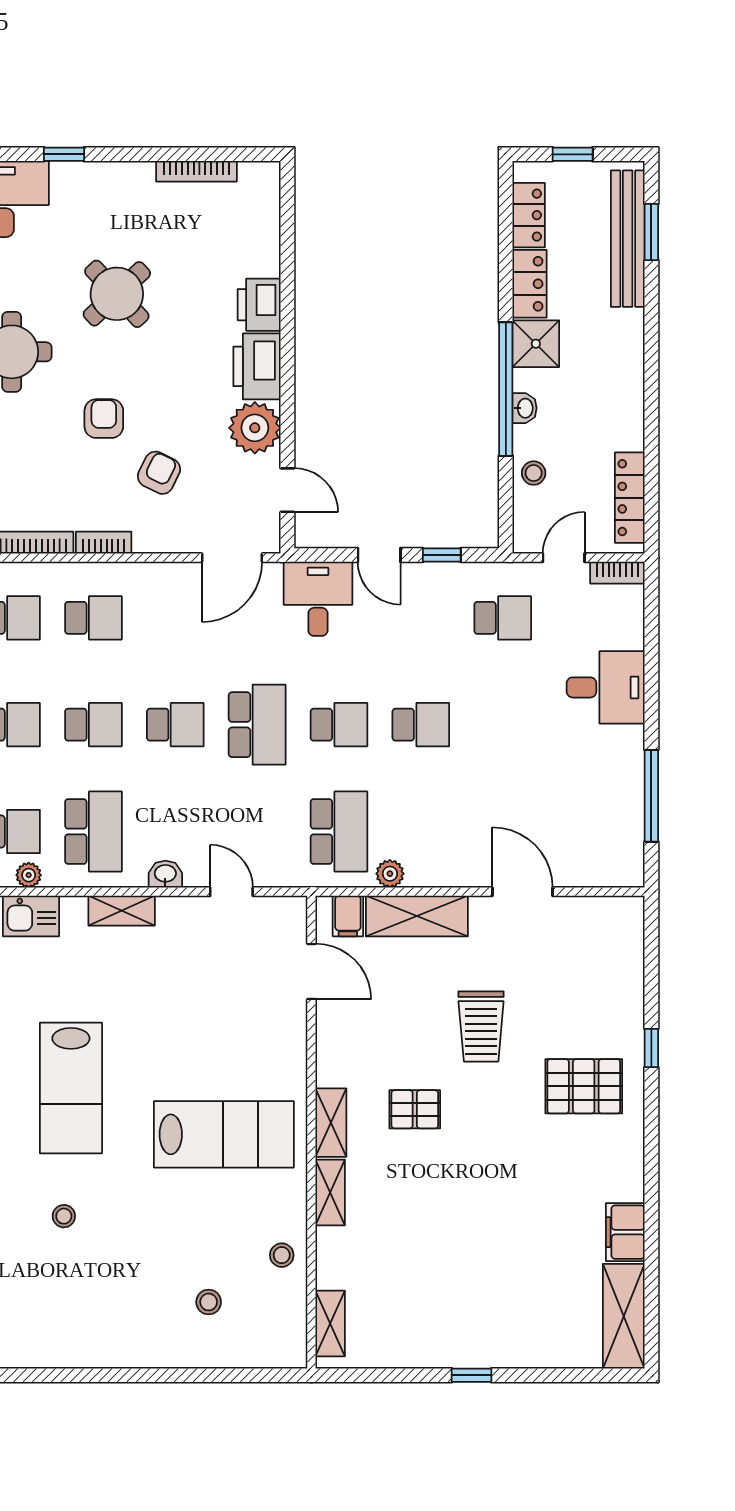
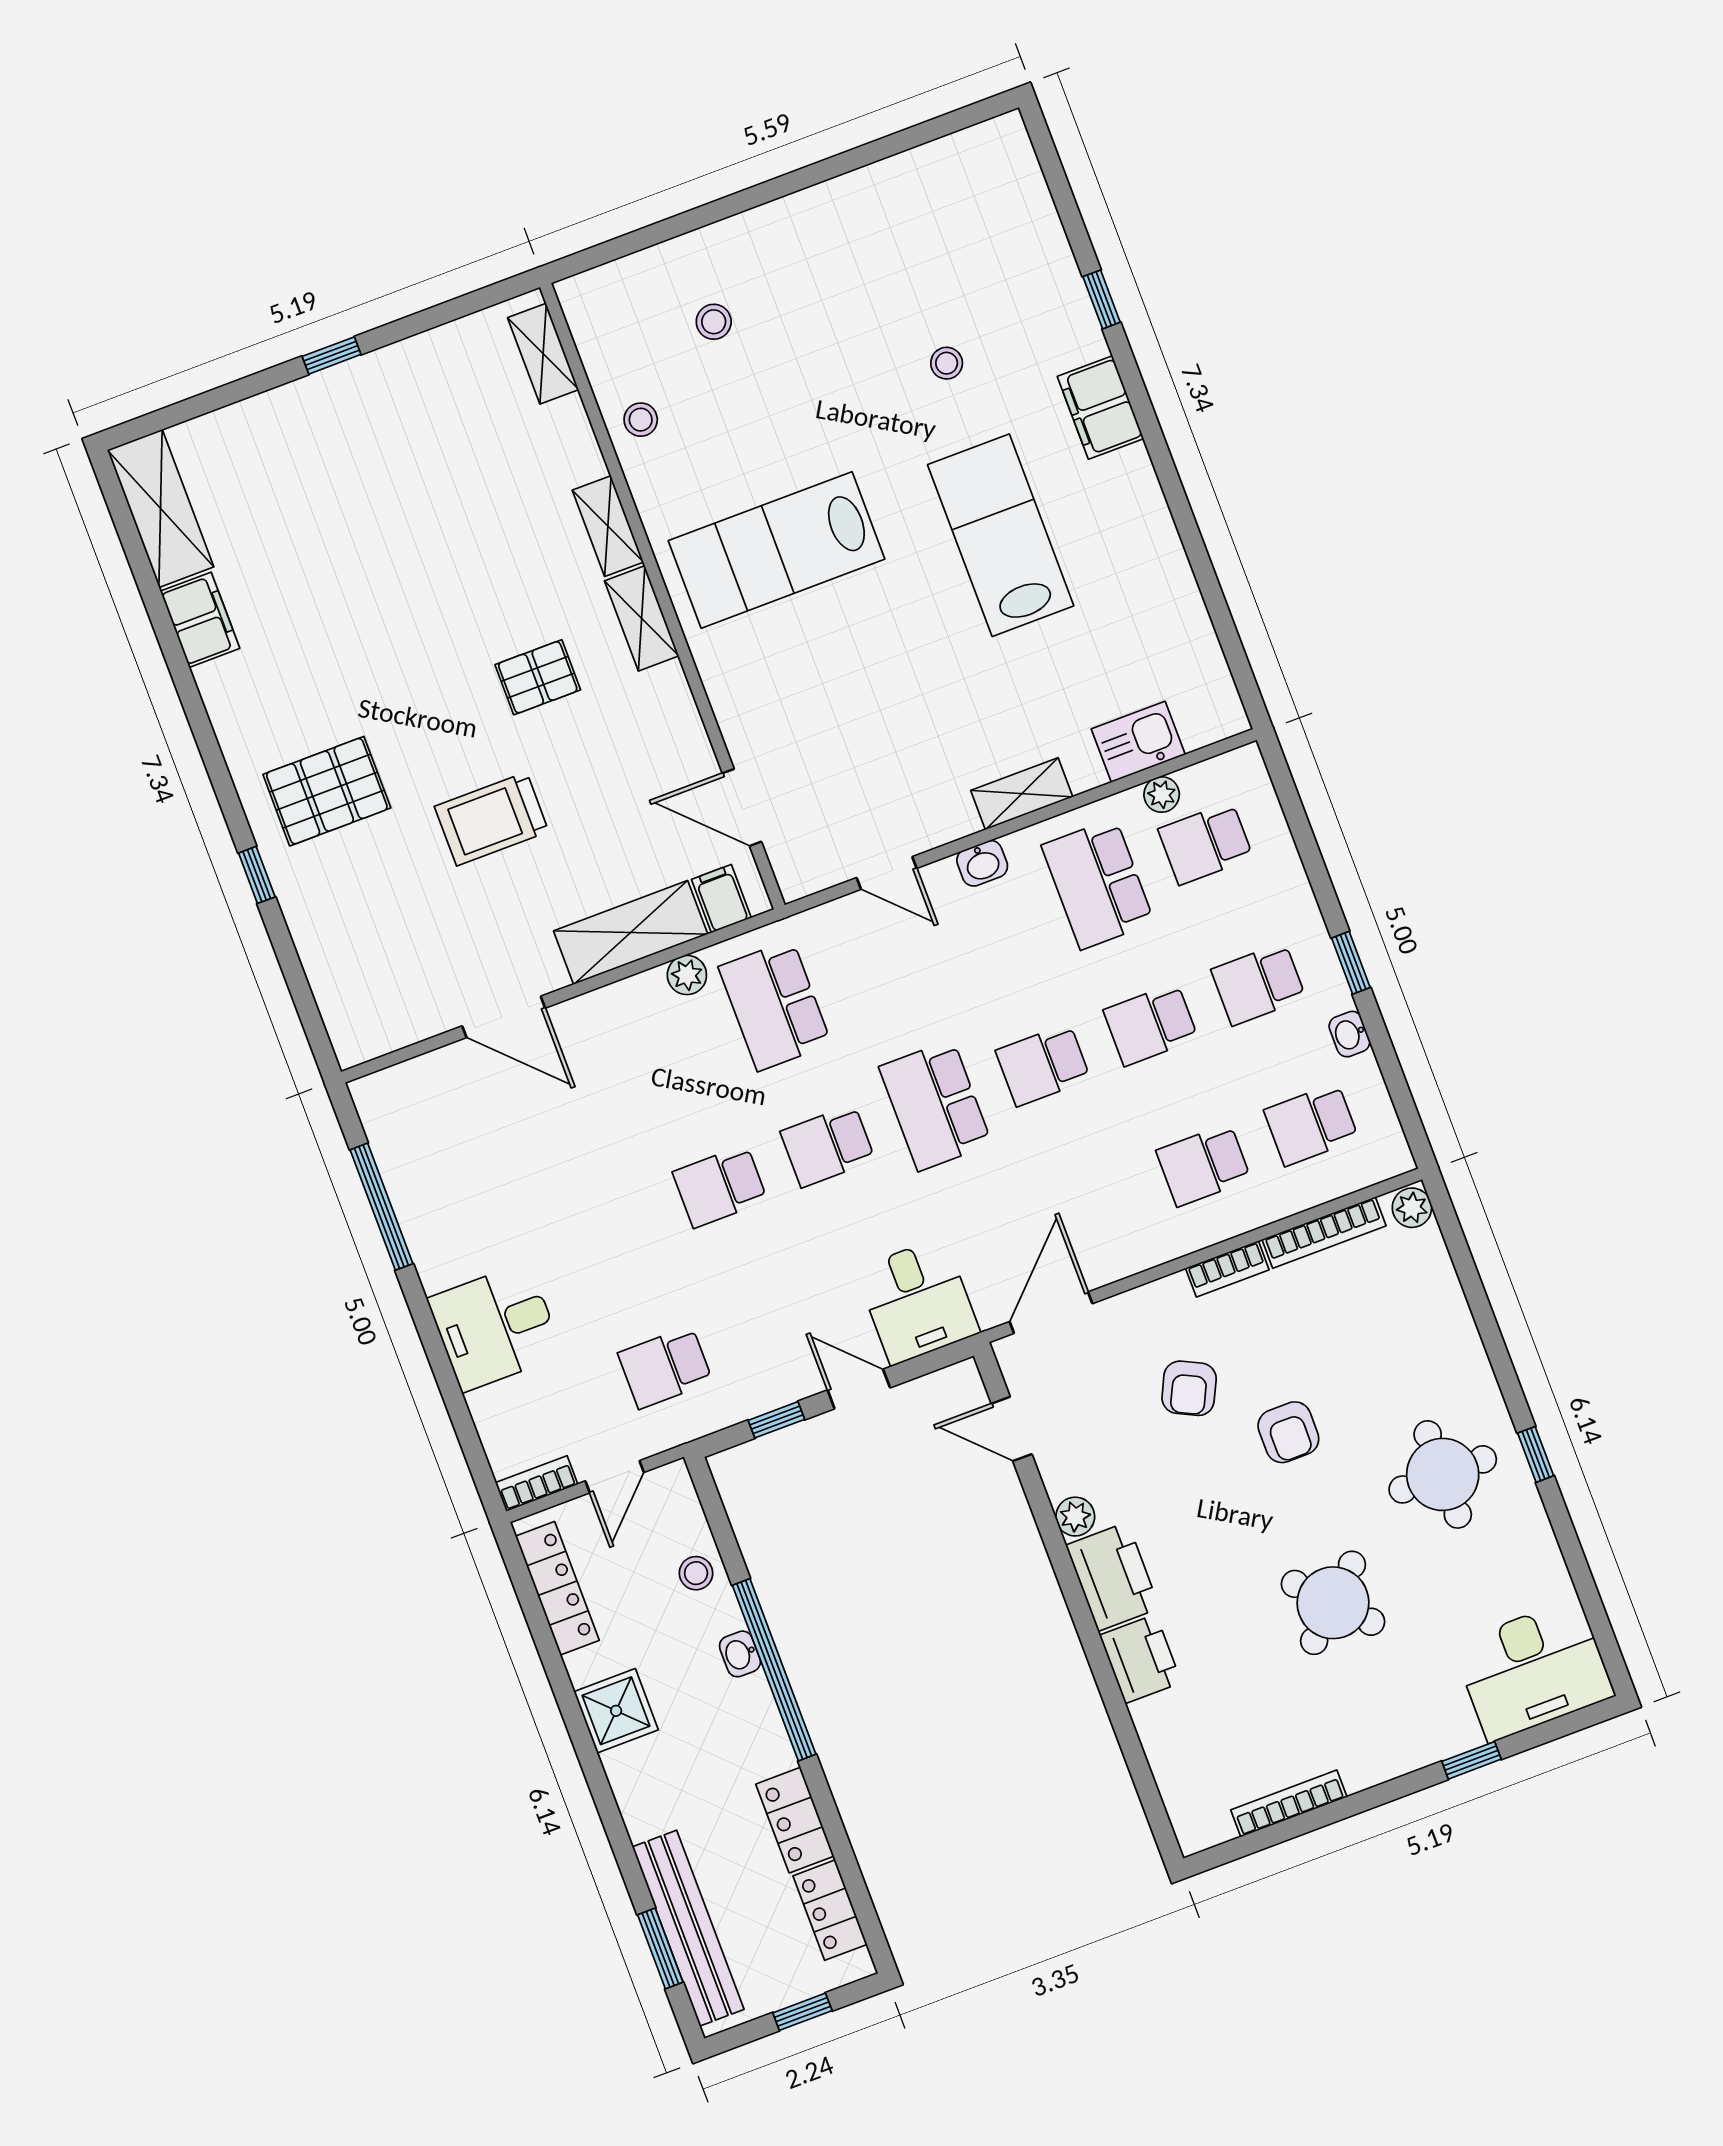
shower: (536, 344) -> (616, 1711), moved
plant: (255, 428) -> (1075, 1517), width x0.53, depth x0.53
trolley: (481, 1026) -> (492, 819), turned -90

